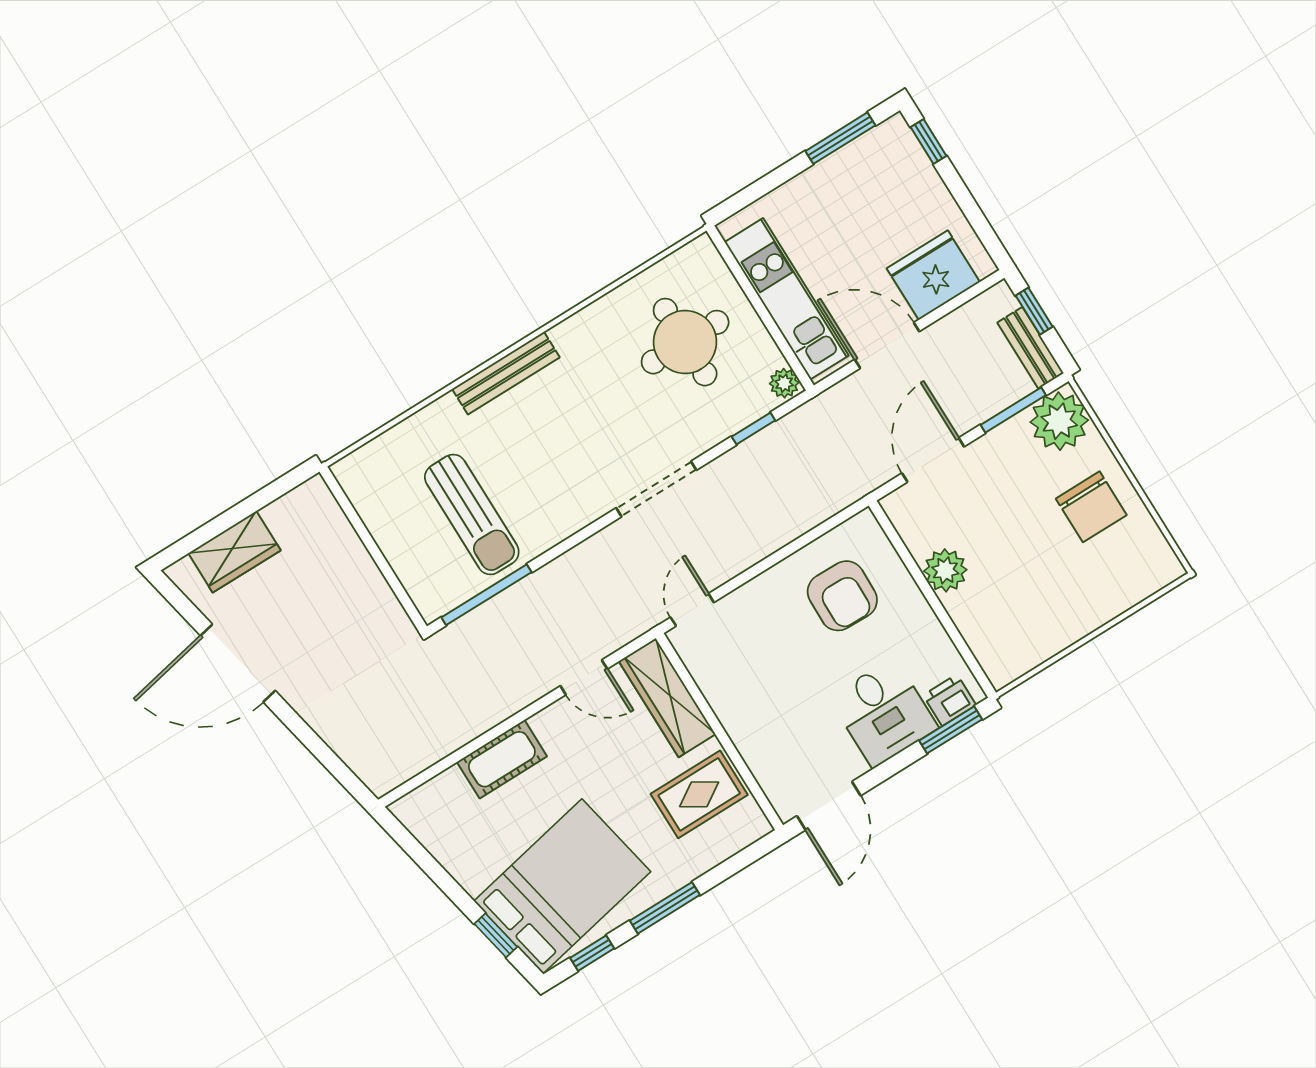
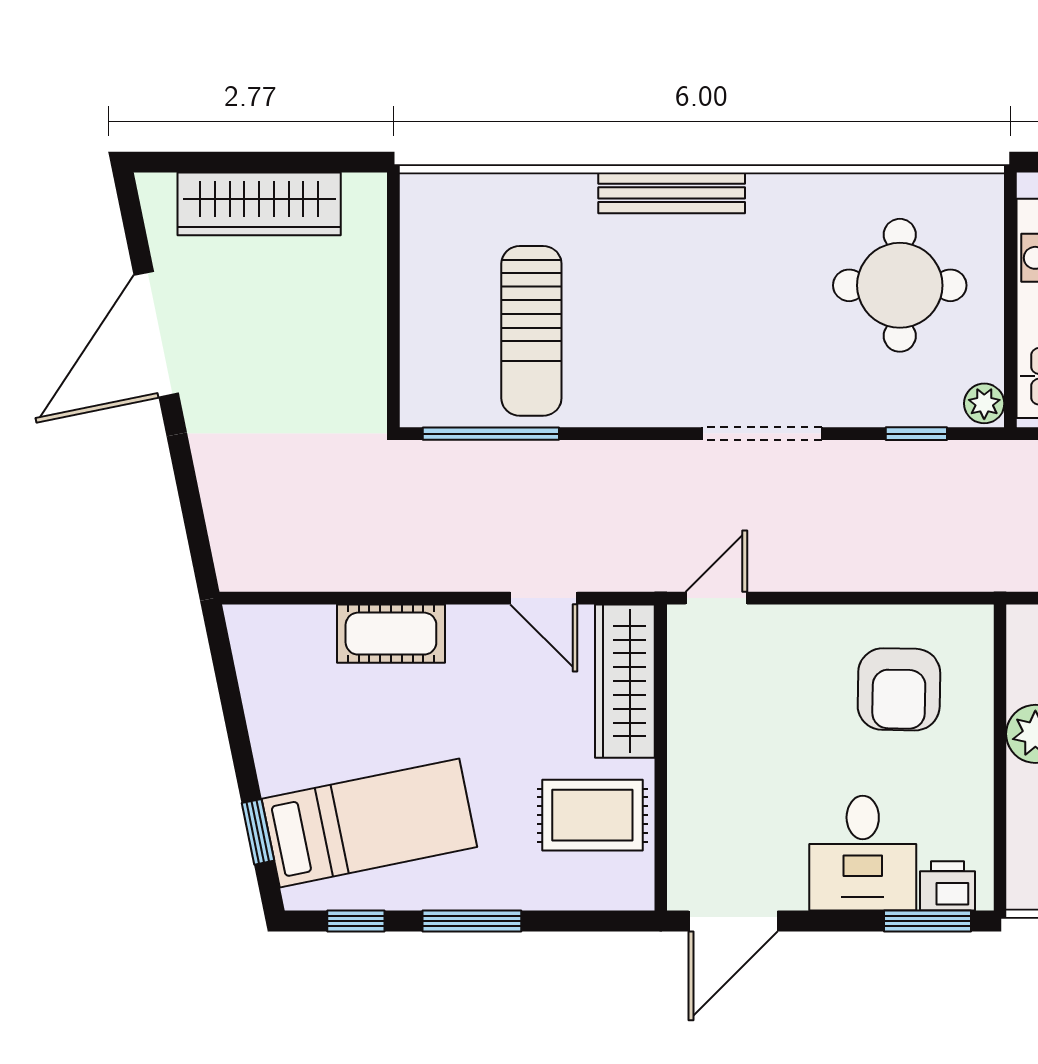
wardrobe: (234, 552) -> (259, 204), width x1.50
door: (238, 663) -> (156, 334), hinge flipped
bed: (562, 886) -> (369, 823), width x0.67

